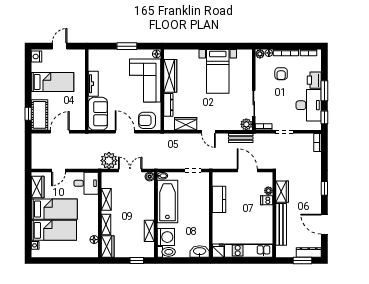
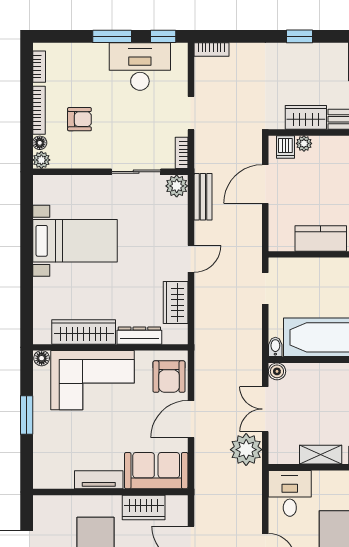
printer: (314, 80) -> (92, 56), removed
wardrobe: (79, 107) -> (144, 507), added
dishwasher: (267, 200) -> (285, 147), moved

